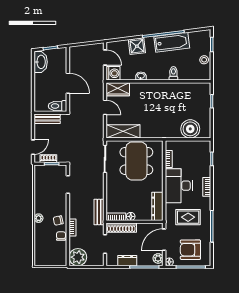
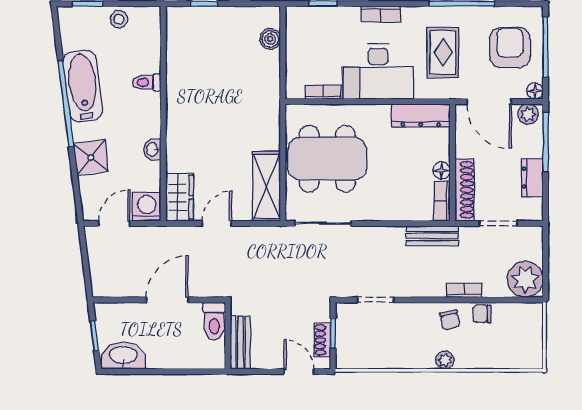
boiler: (190, 129) -> (270, 39), width x0.54, depth x0.54
armchair: (190, 250) -> (510, 48), turned 180

